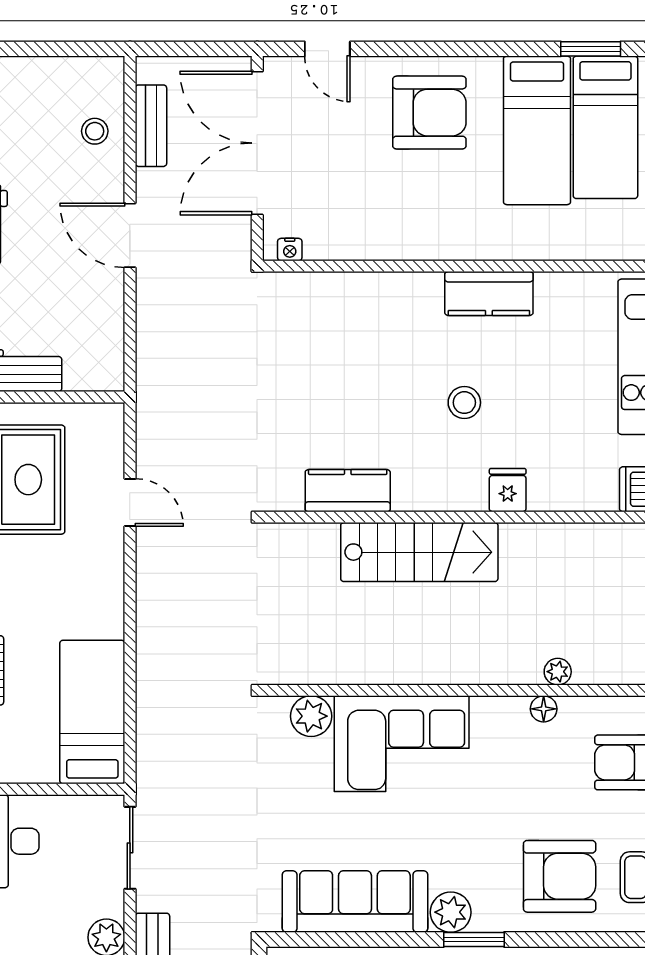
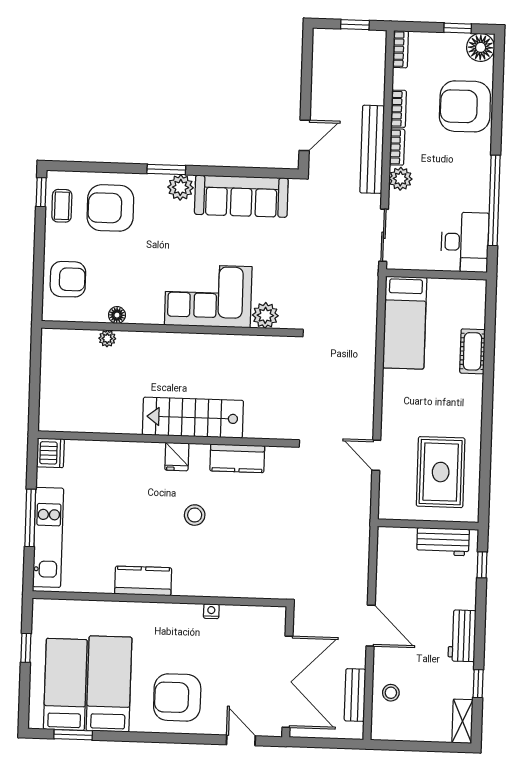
nightstand: (290, 250) -> (211, 611), moved
stool: (464, 403) -> (195, 515), moved
fridge: (508, 490) -> (177, 457), moved

